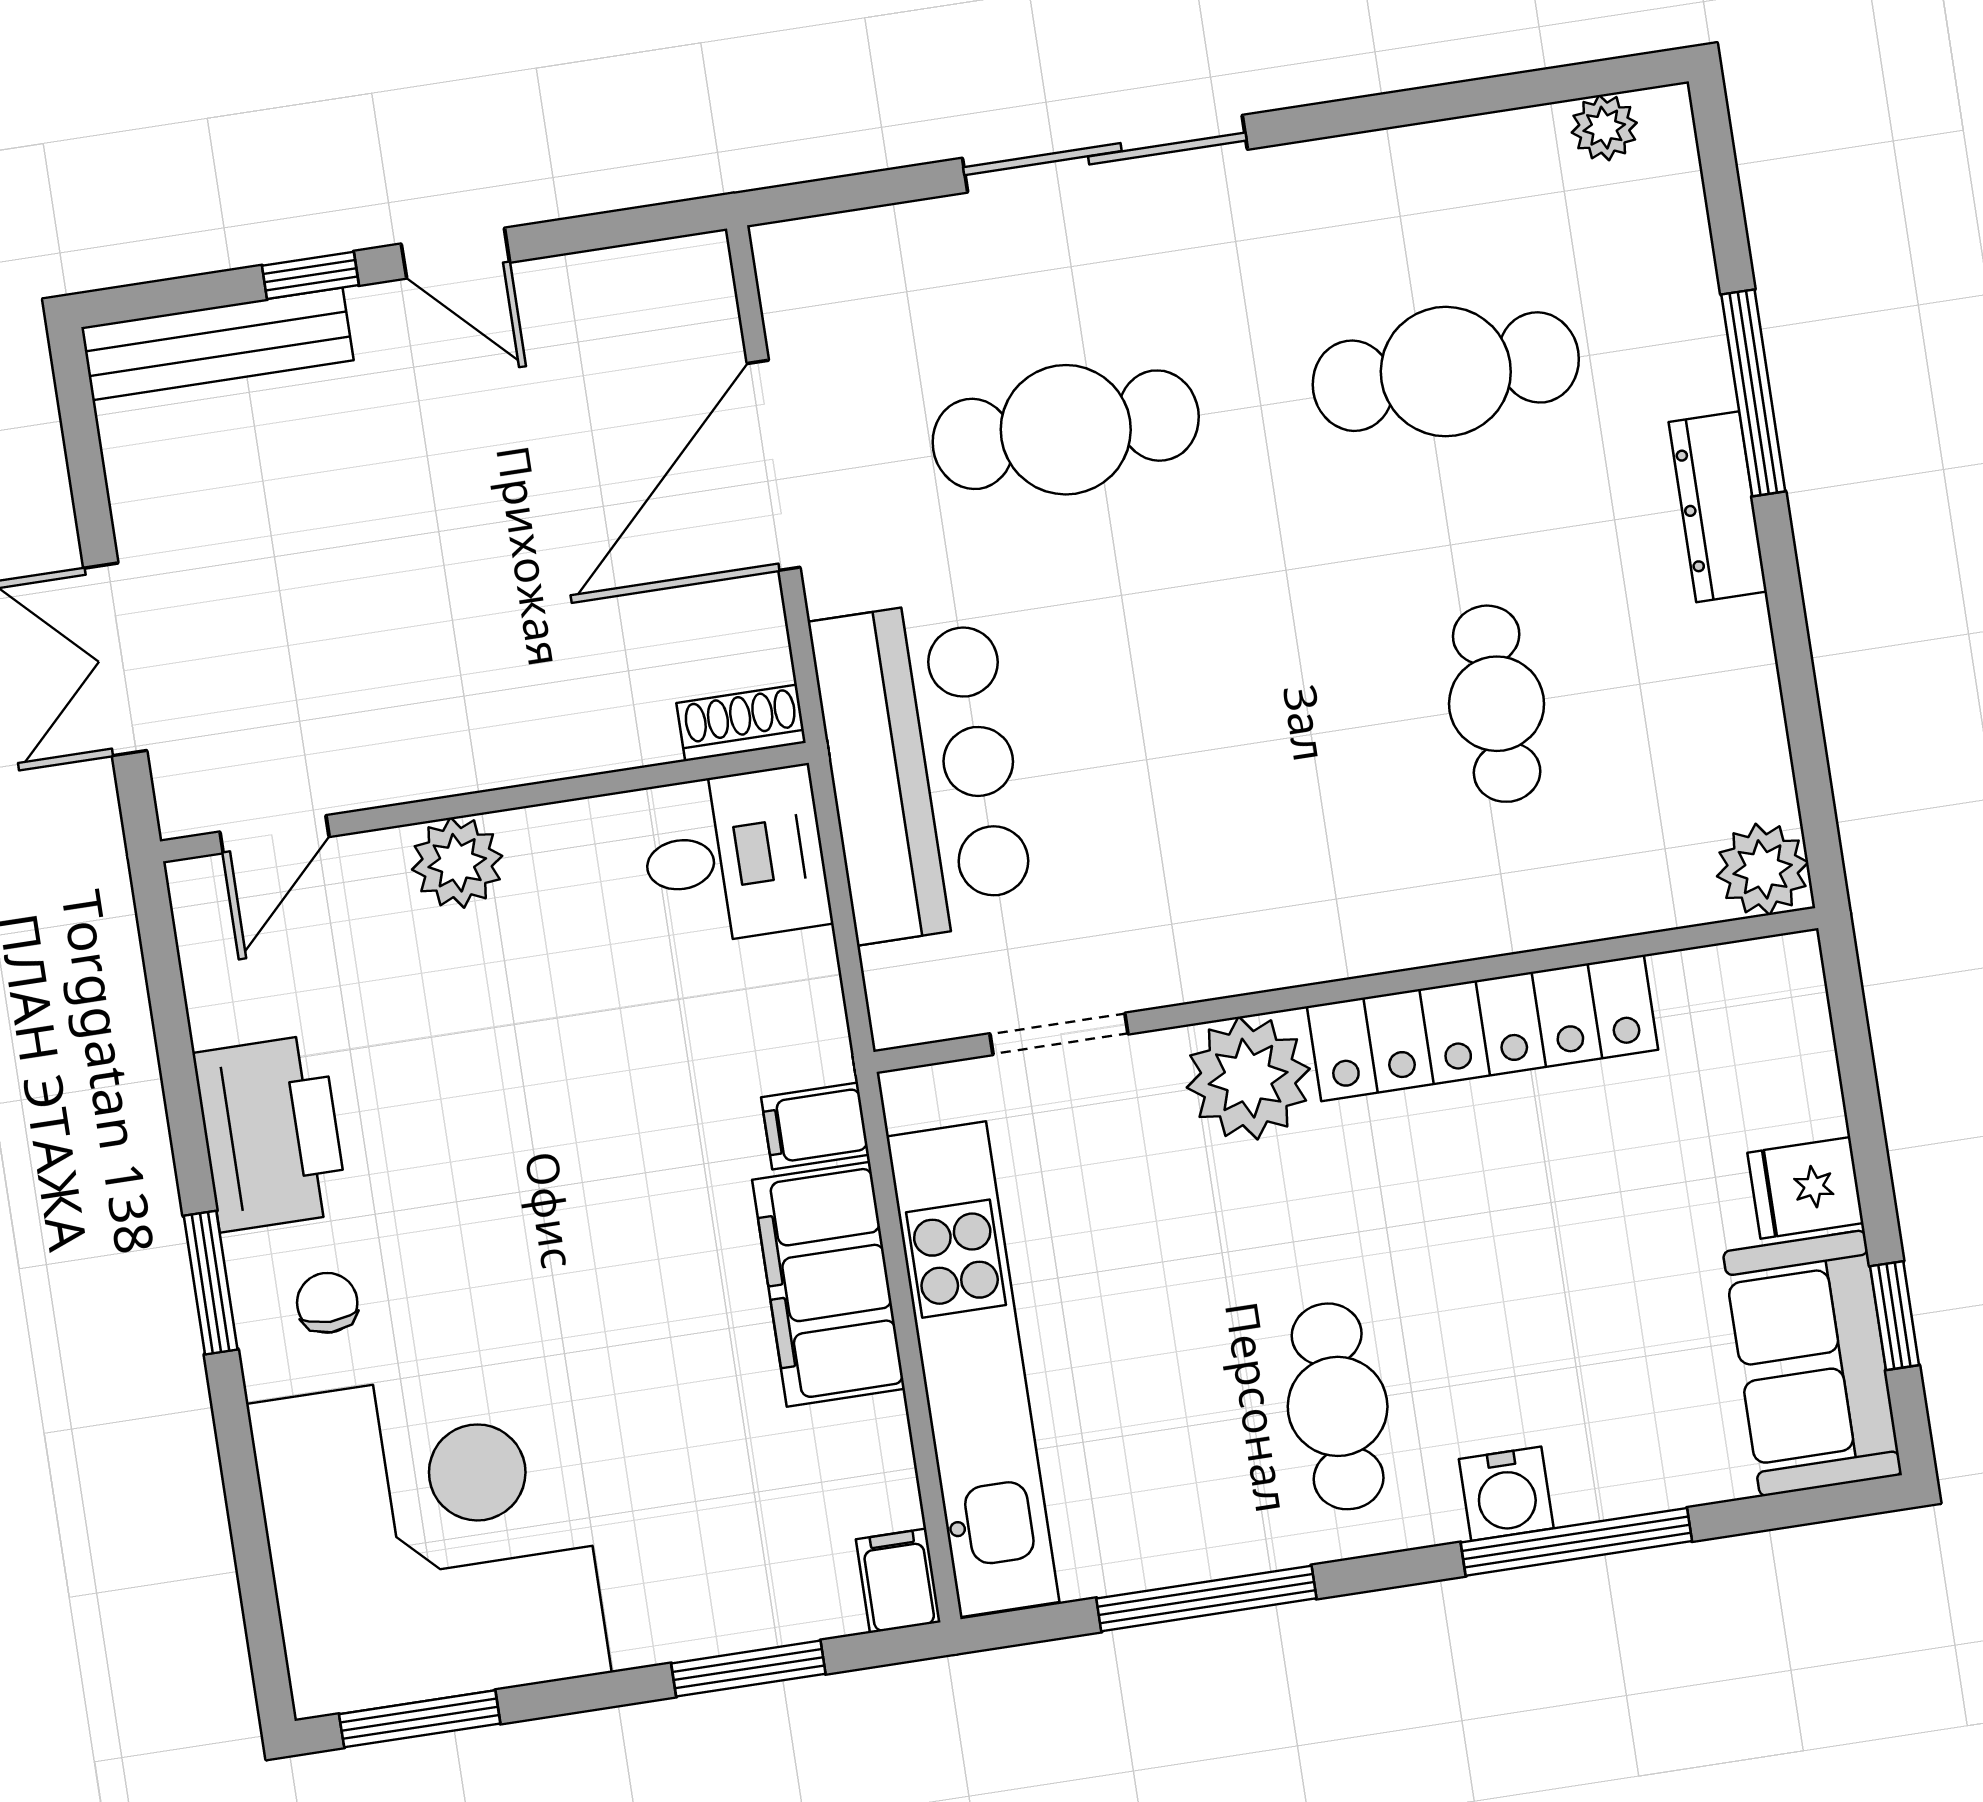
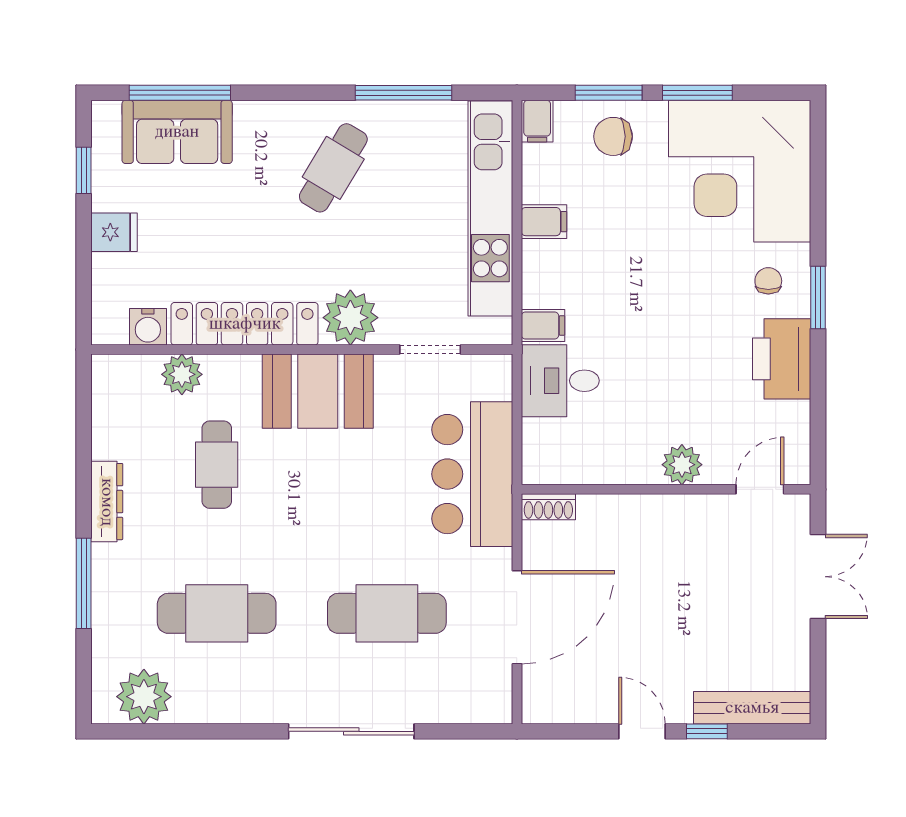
plant: (1604, 128) -> (144, 697), width x1.87, depth x1.87
dresser: (1718, 507) -> (107, 502), moved
desk: (734, 856) -> (560, 381), moved
plant: (1763, 869) -> (182, 374), moved
booth: (1296, 903) -> (318, 391), added
filing cabinet: (828, 1284) -> (544, 222), width x0.33, depth x0.86
chair: (327, 1303) -> (768, 281), turned 180
sofa: (1812, 1363) -> (177, 132), moved, turned 90
cafe table: (1338, 1406) -> (333, 168), turned 31
water cooler: (1506, 1494) -> (148, 327), moved, turned 180
window: (1576, 1542) -> (180, 93), moved
chair: (723, 1572) -> (613, 136), added
window: (420, 1719) -> (697, 93), moved

